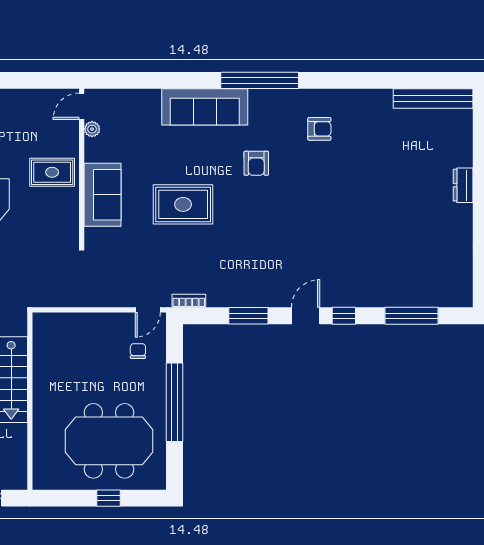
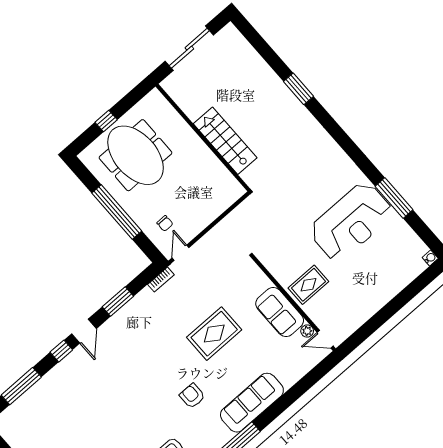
door: (82, 106) -> (325, 339), swing flipped
sofa: (102, 195) -> (280, 312), moved
meeting table: (109, 441) -> (136, 155), turned 90

